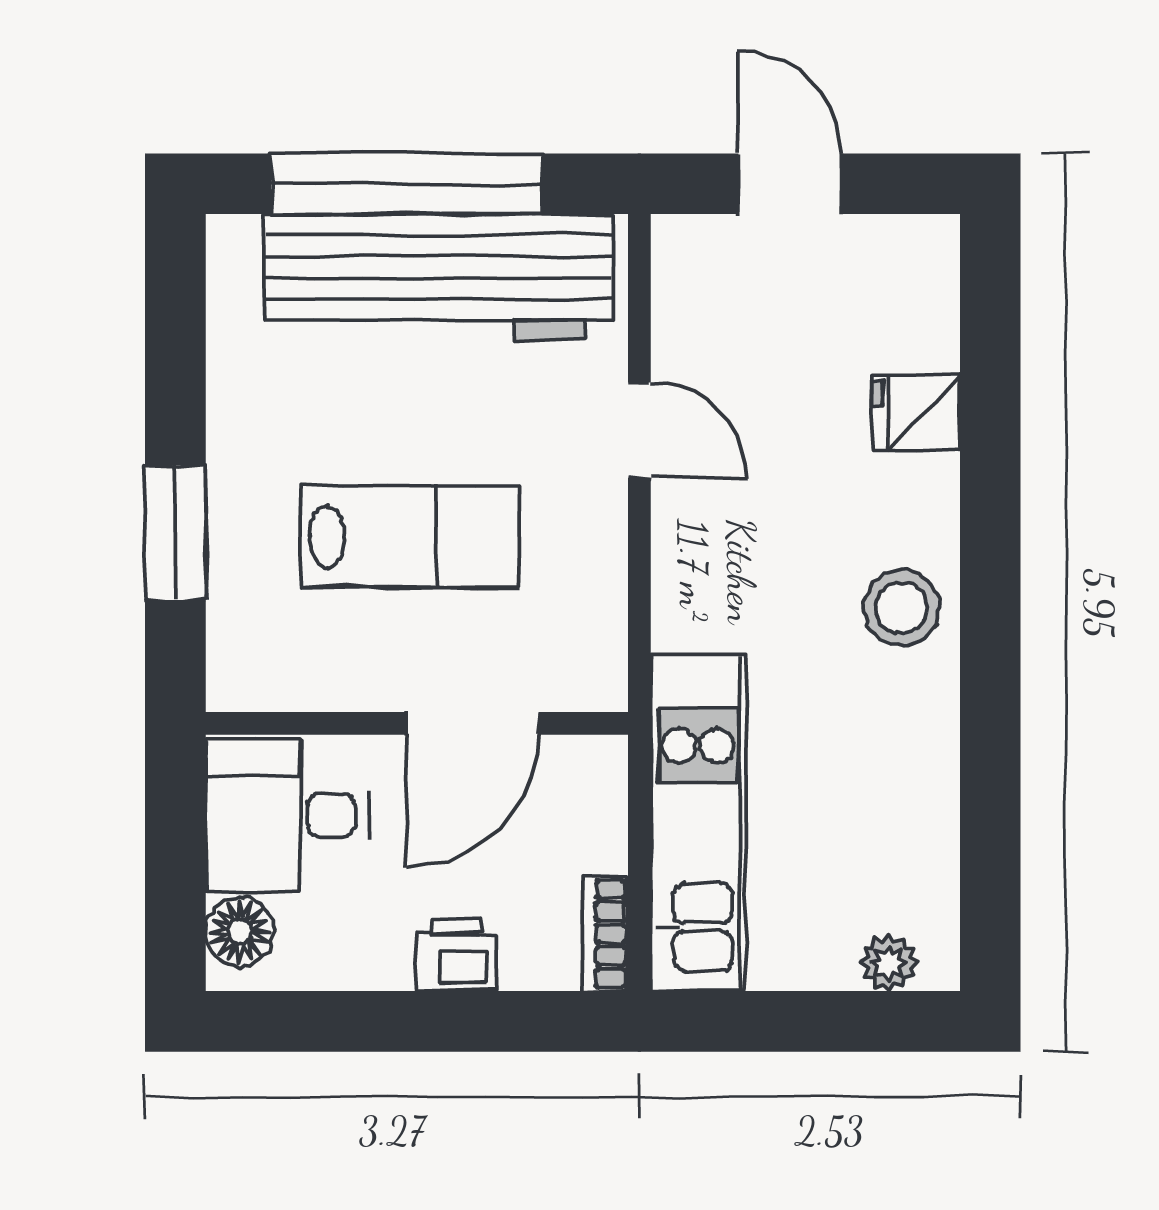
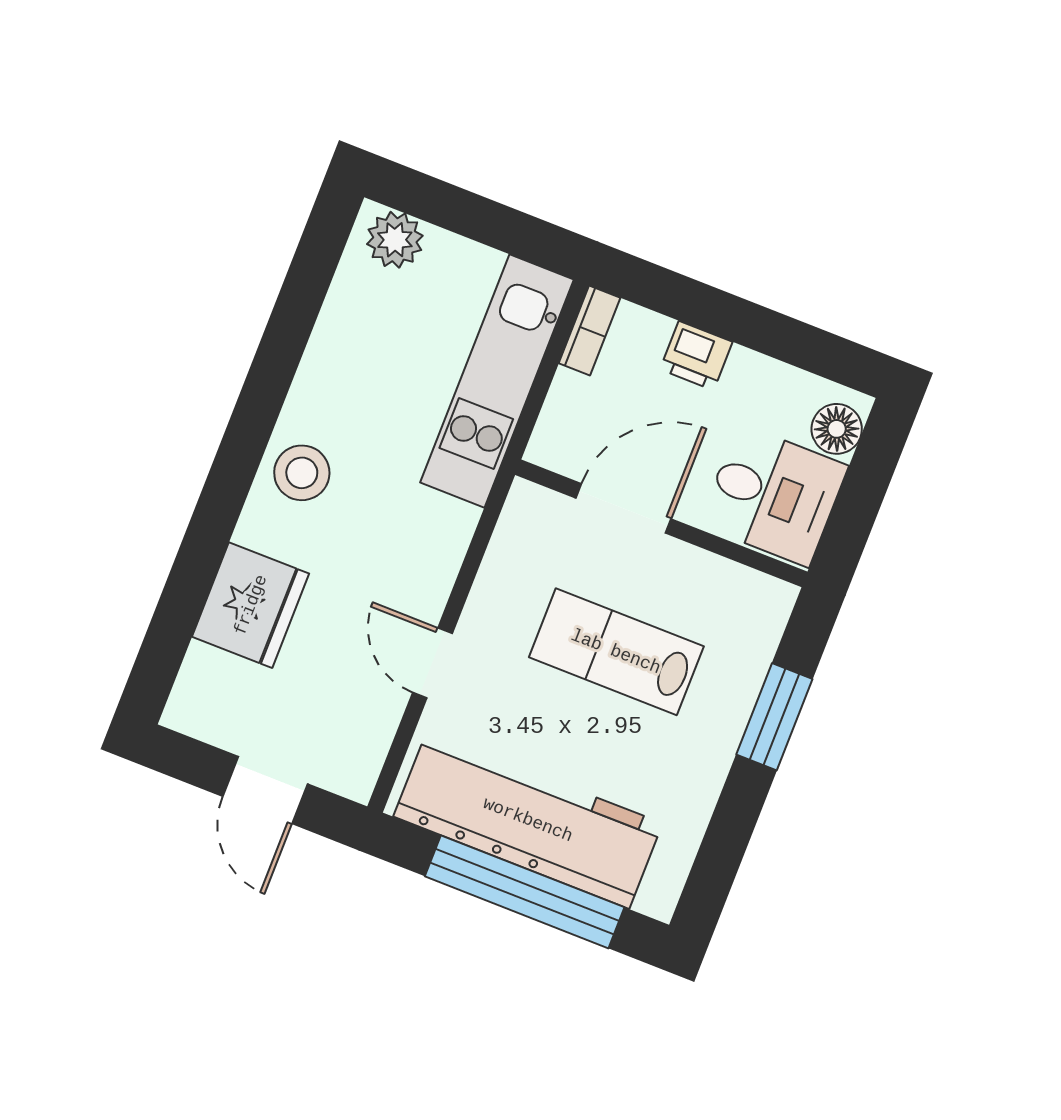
fridge: (916, 413) -> (251, 605), width x1.88, depth x1.34
plant: (889, 963) -> (395, 240), width x1.38, depth x1.38

